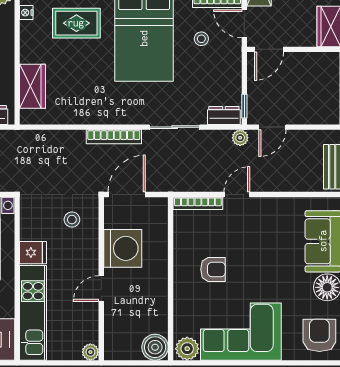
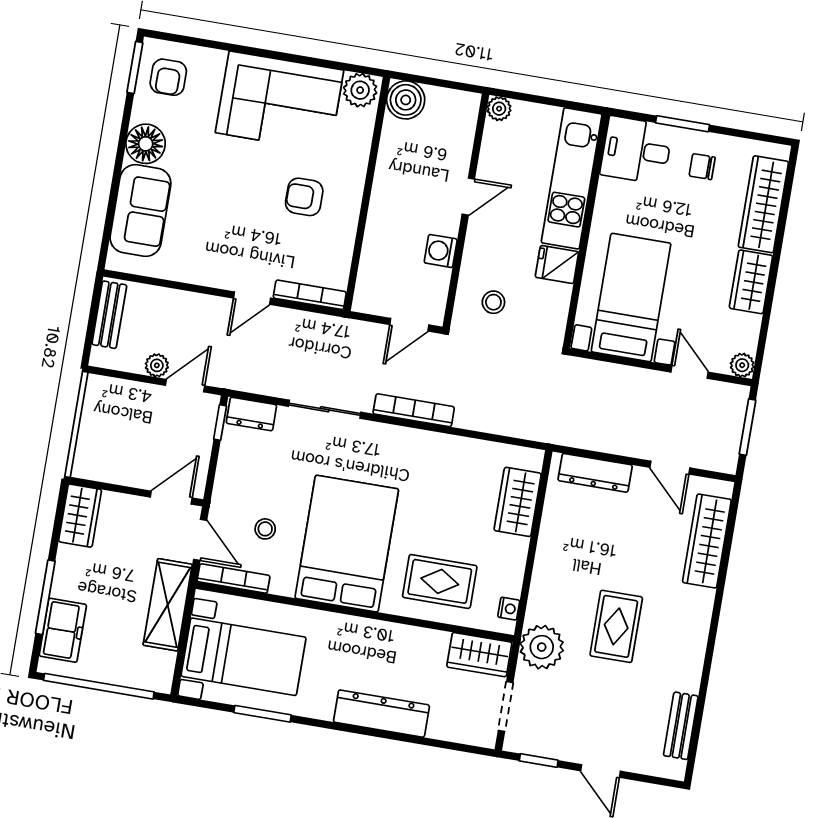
plant: (240, 138) -> (157, 365), moved
door: (127, 195) -> (409, 325), width x0.73
washing machine: (123, 248) -> (441, 251), width x0.53, depth x0.53
armchair: (319, 335) -> (168, 77), width x0.72, depth x0.72

